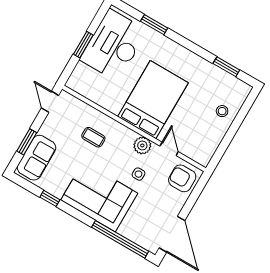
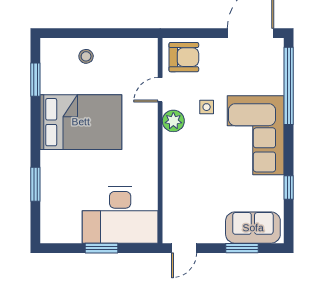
desk: (114, 45) -> (120, 215), moved
bed: (153, 100) -> (81, 122), moved, turned 180
coffee table: (93, 137) -> (195, 179), removed
armchair: (182, 178) -> (184, 57), turned -90

